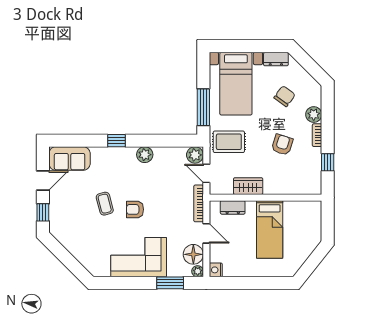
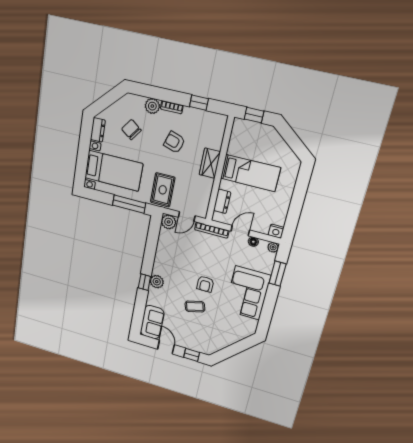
plant: (145, 155) -> (157, 282), moved
wardrobe: (248, 186) -> (210, 163), moved
window: (328, 220) -> (254, 115), added
floor lamp: (193, 254) -> (253, 242), width x0.53, depth x0.53

